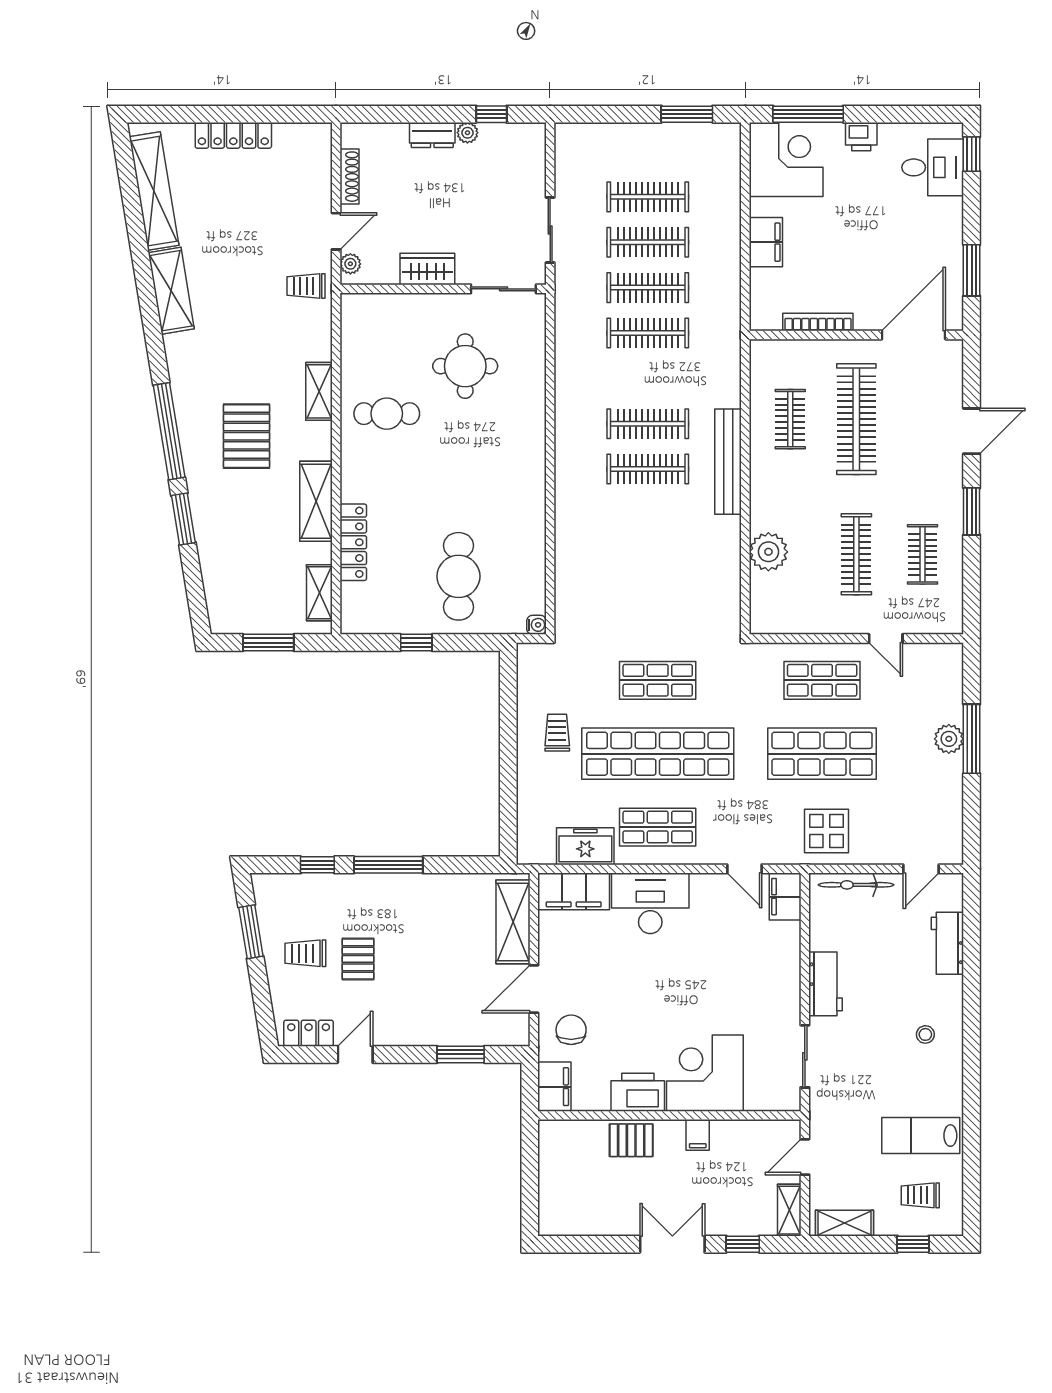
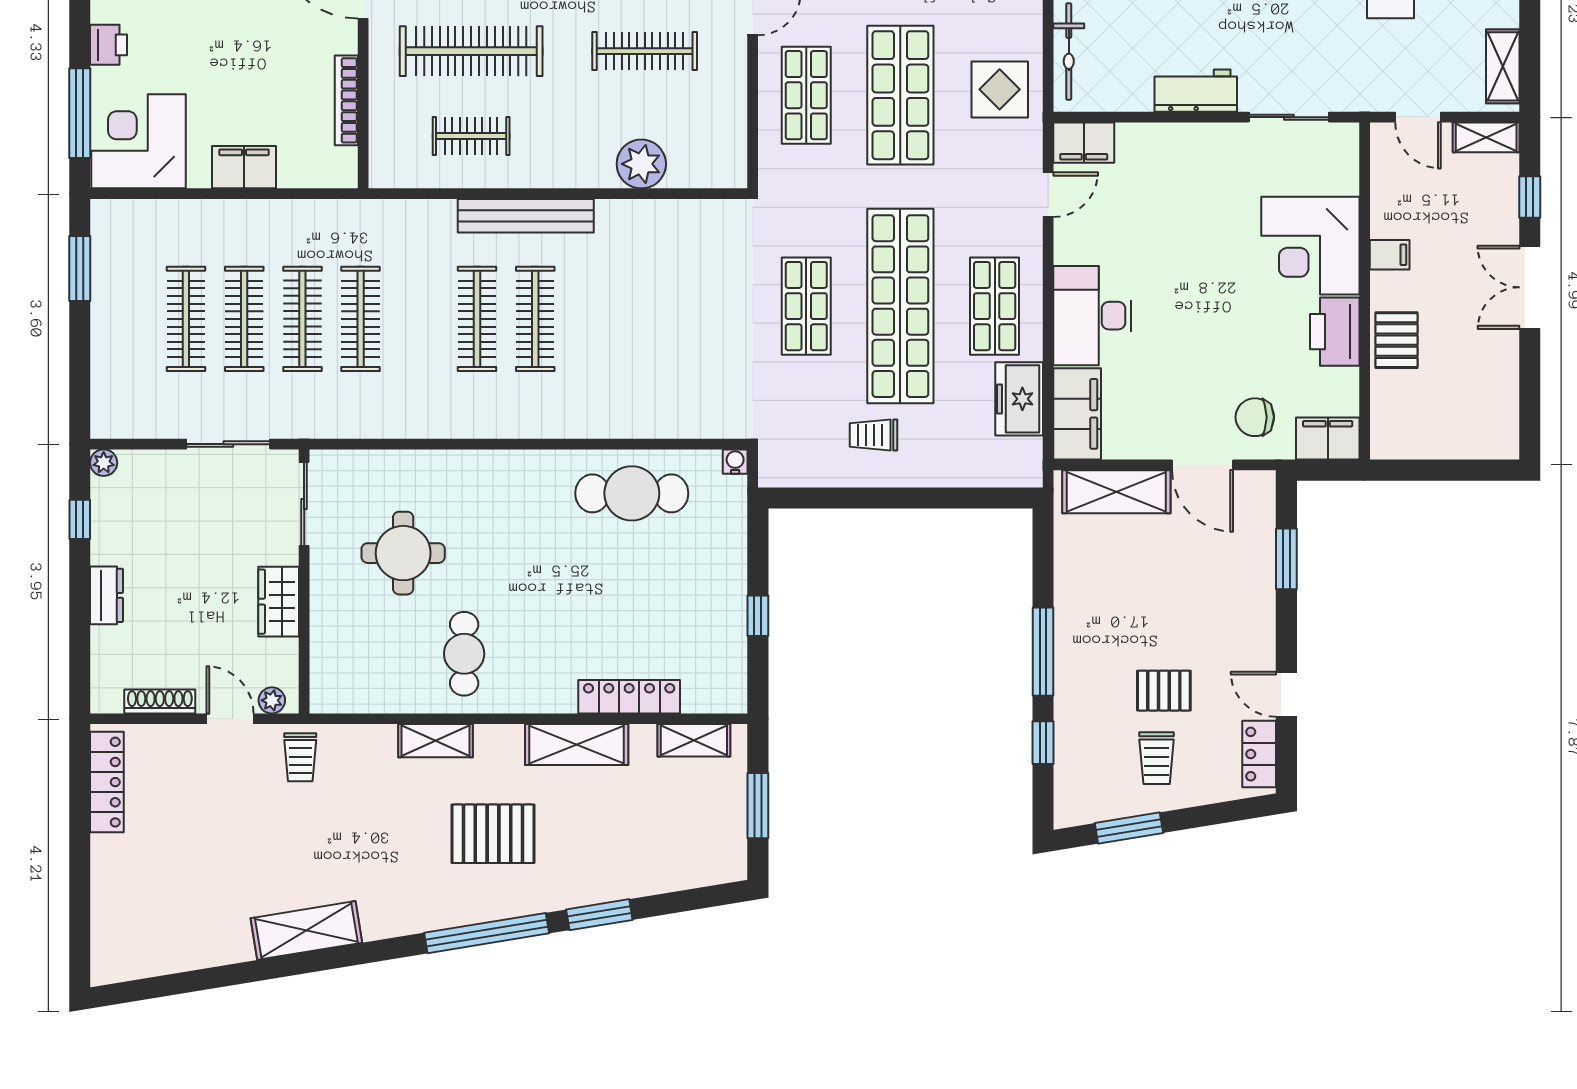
plant: (467, 133) -> (104, 463), moved
locker: (233, 135) -> (107, 782), moved
shelving: (154, 191) -> (178, 952), removed
cafe table: (458, 576) -> (632, 493), moved

